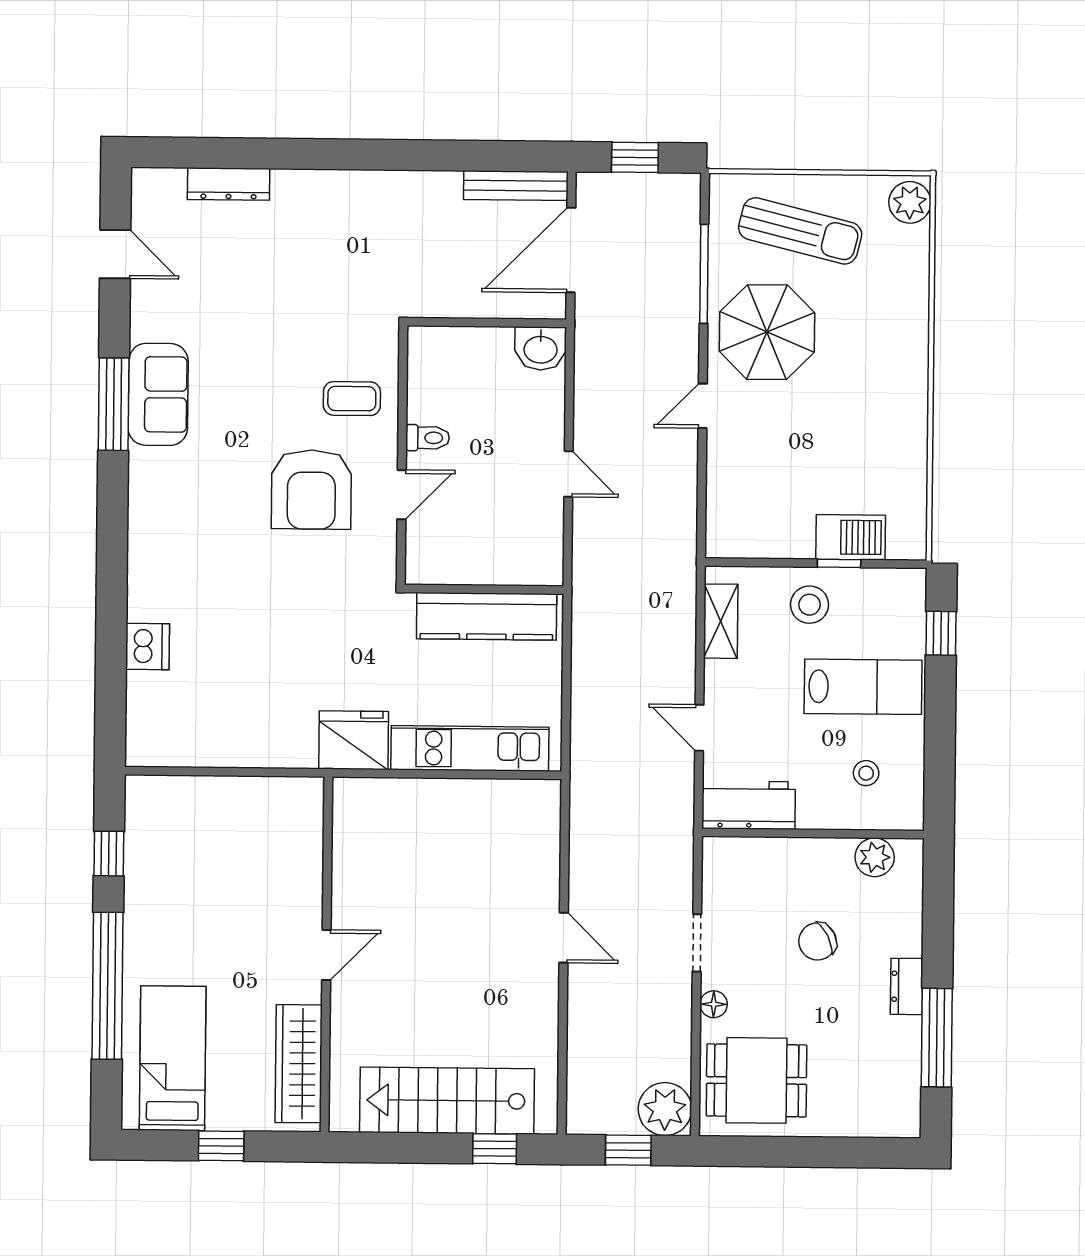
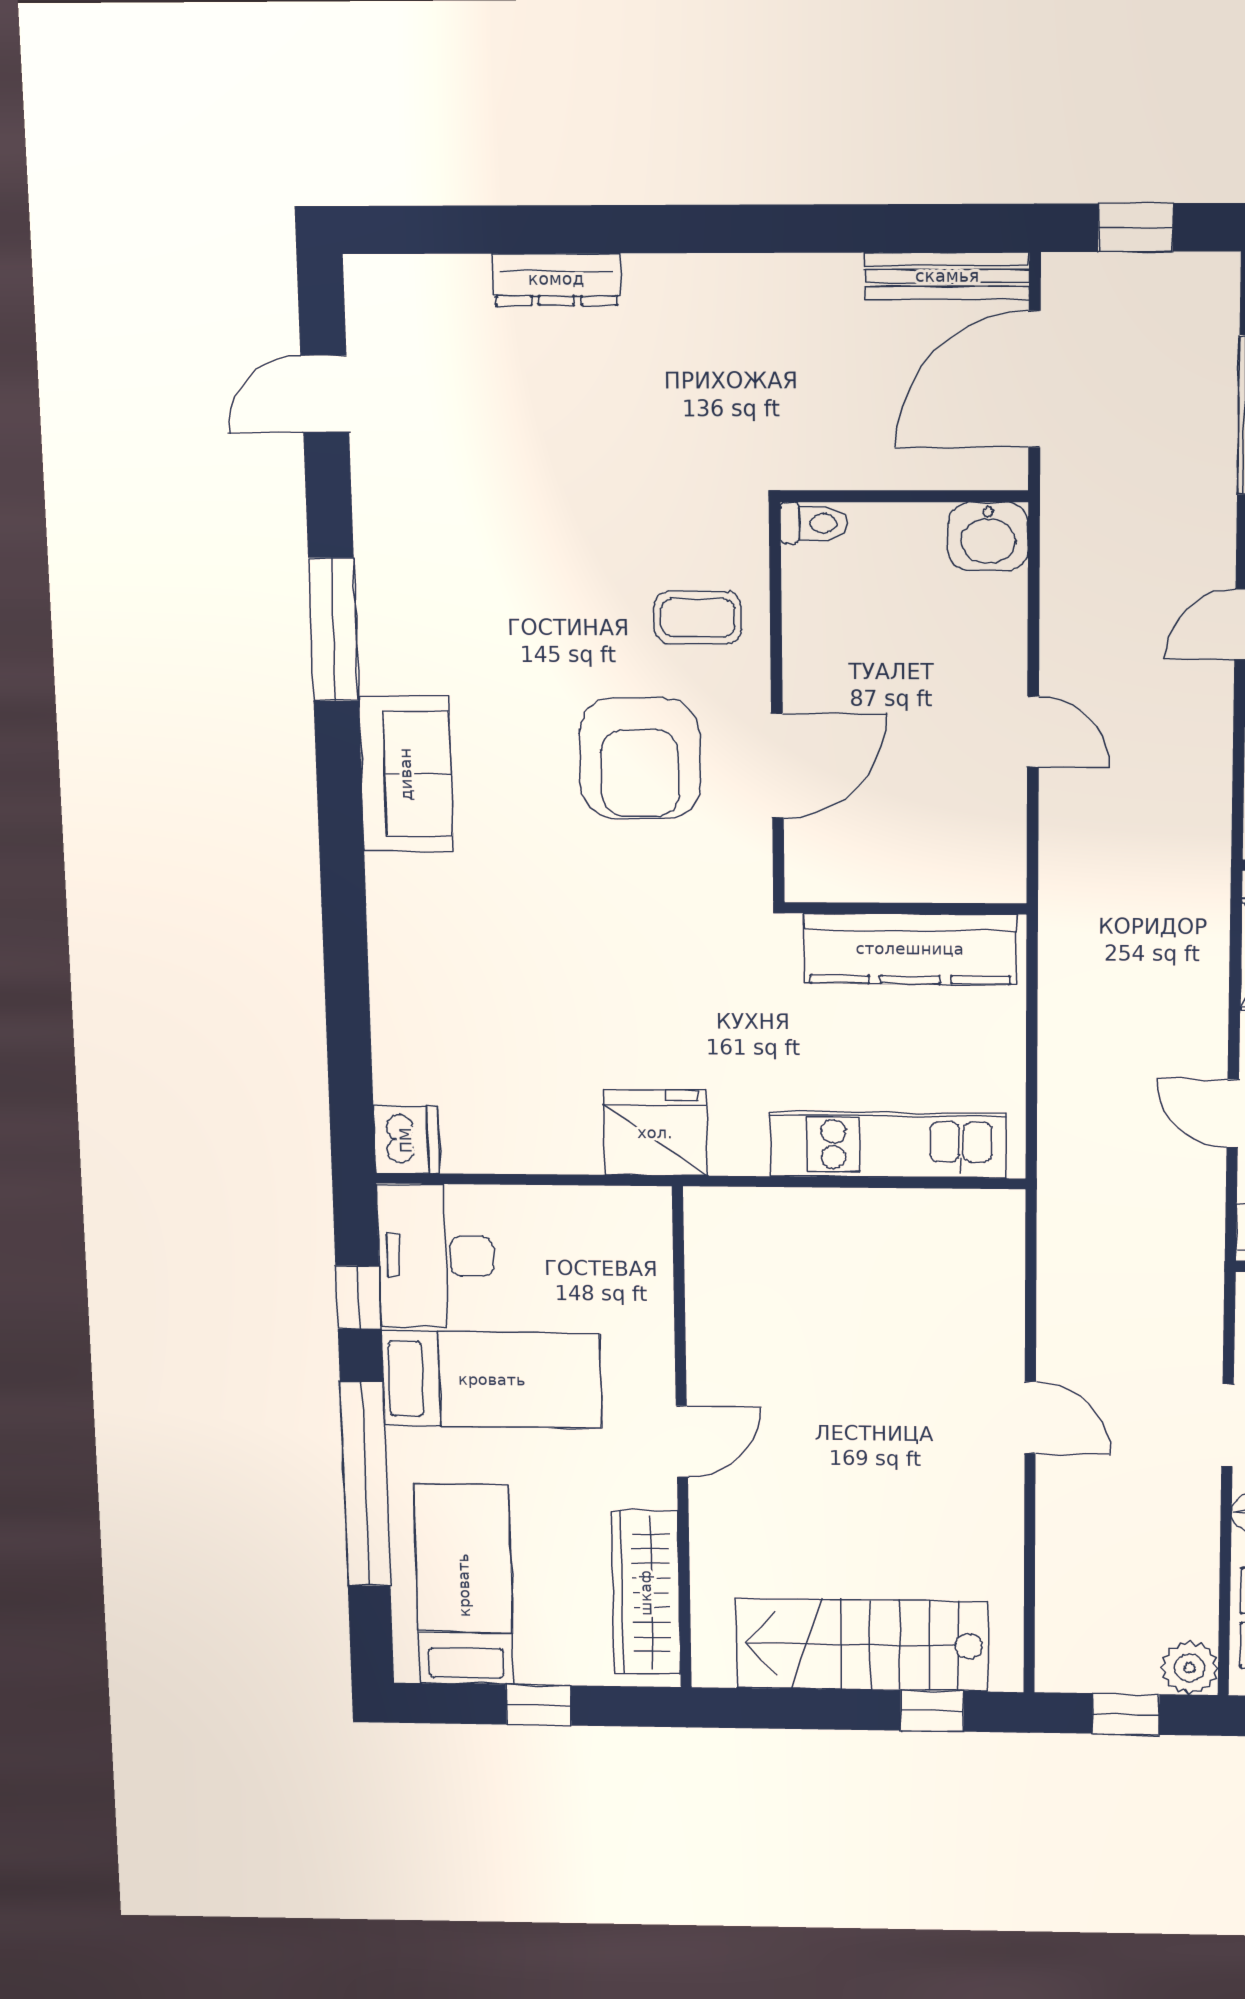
dresser: (229, 184) -> (556, 279), moved
door: (115, 254) -> (325, 394), swing flipped
sofa: (158, 394) -> (406, 774), moved
toilet: (428, 438) -> (814, 523), moved
door: (402, 495) -> (777, 765), width x1.38
dishwasher: (147, 647) -> (406, 1140), moved
fridge: (354, 740) -> (655, 1133), moved
desk: (163, 825) -> (436, 1256), added
bed: (198, 911) -> (492, 1380), added
plant: (665, 1109) -> (1190, 1668), width x0.73, depth x0.73

